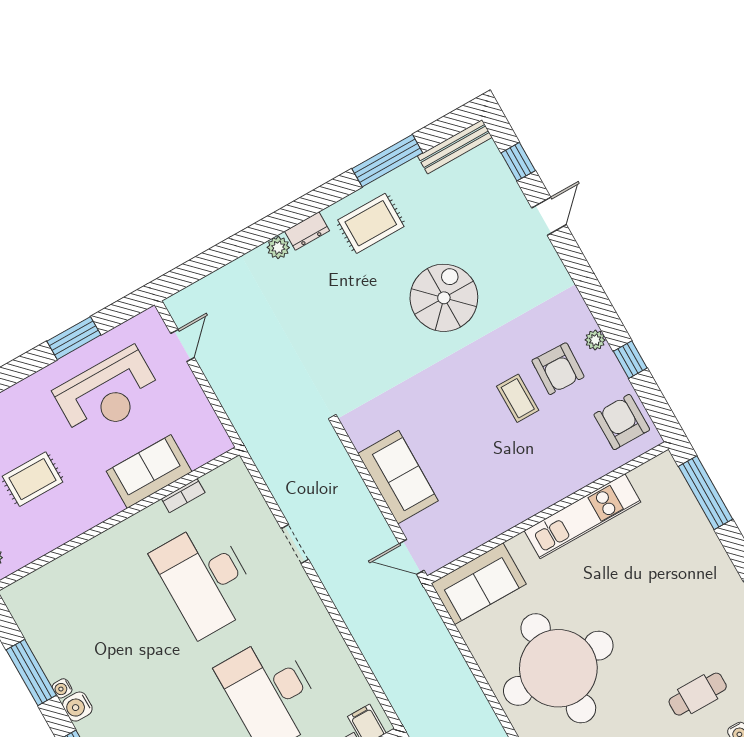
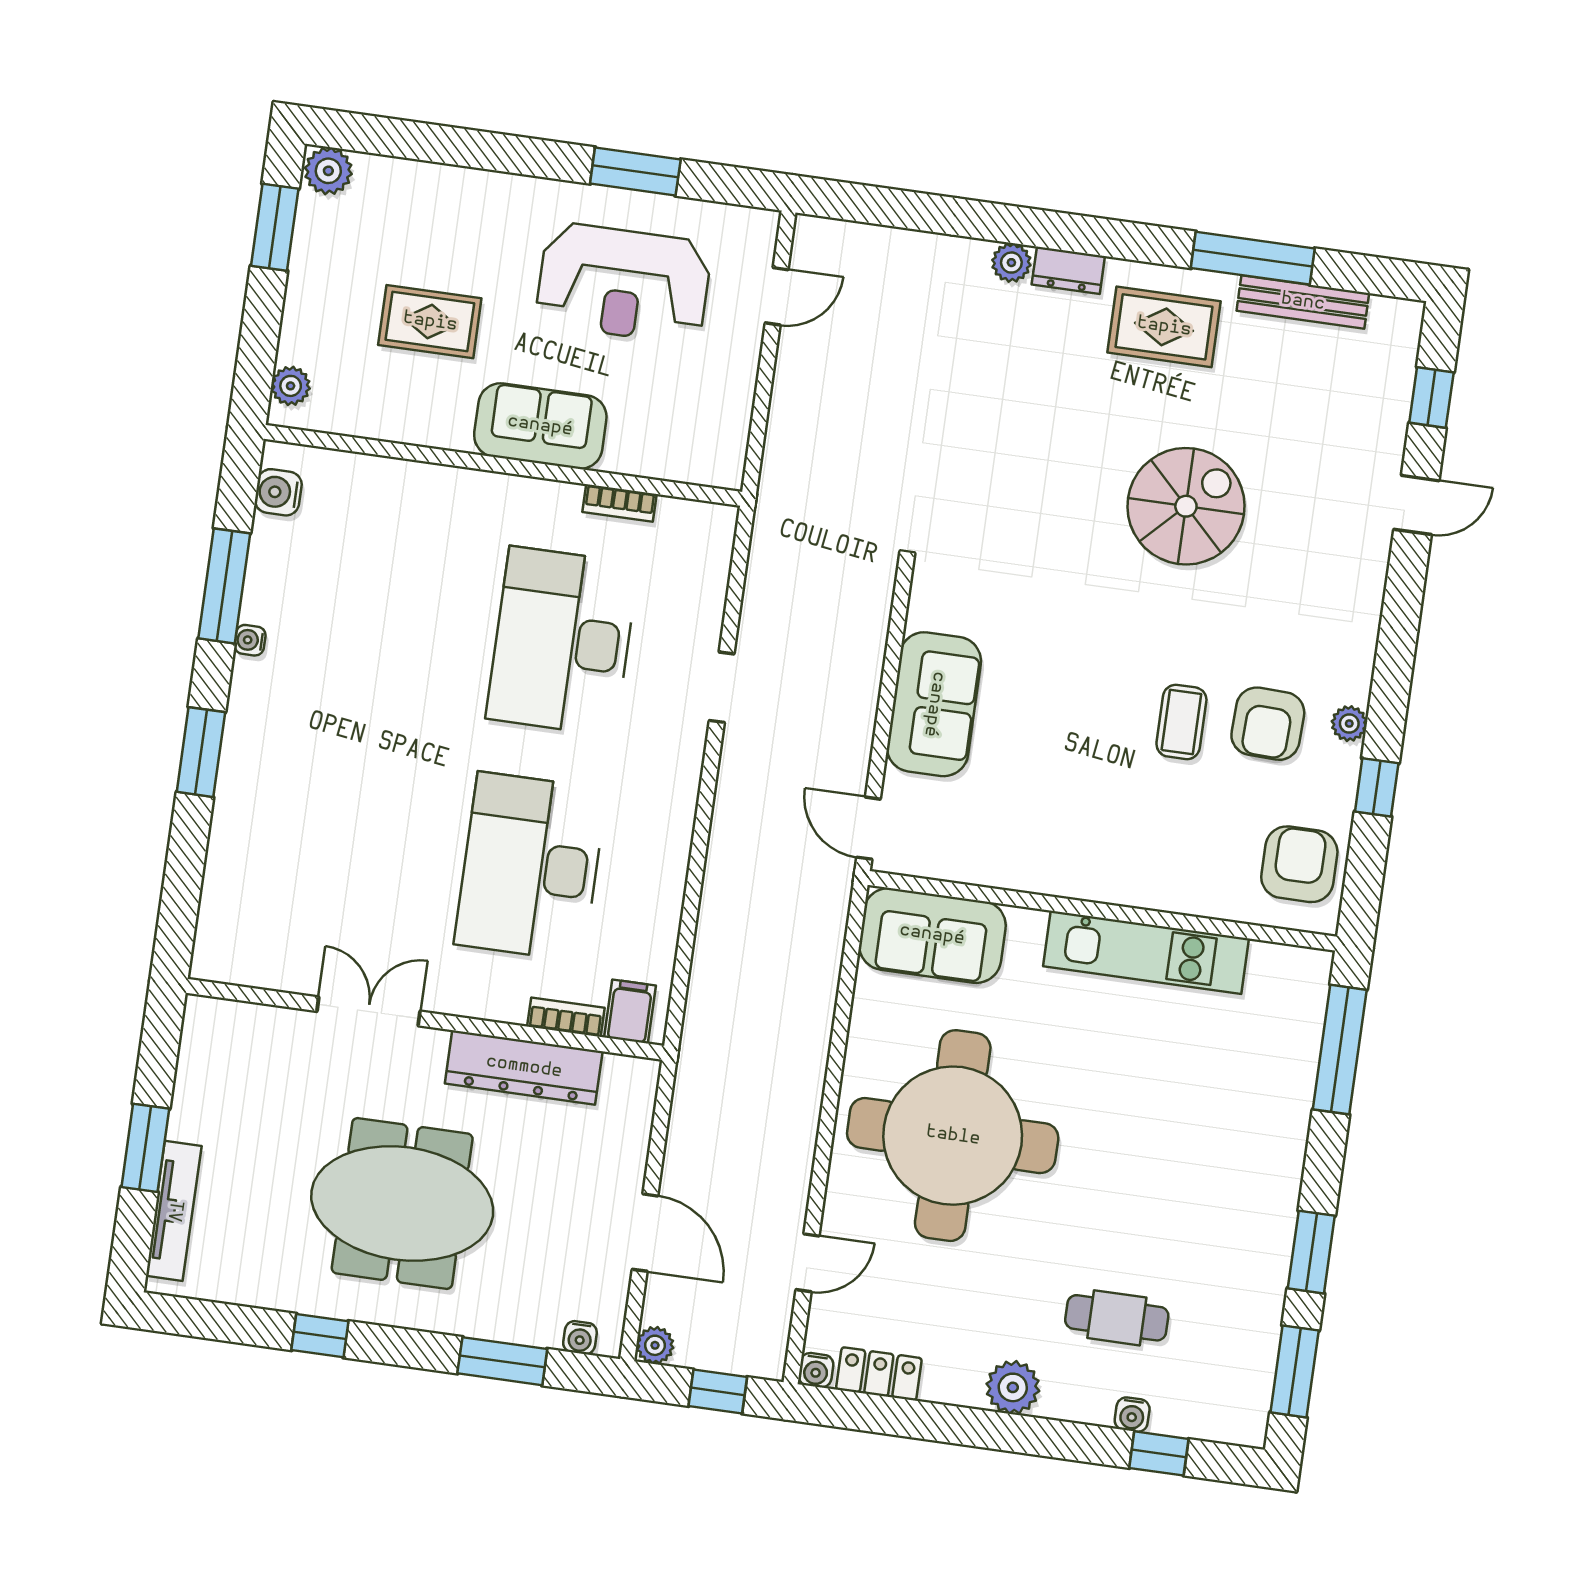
bench: (455, 147) -> (1303, 302), moved
sofa: (149, 472) -> (540, 426), moved
water cooler: (77, 707) -> (278, 492), moved

